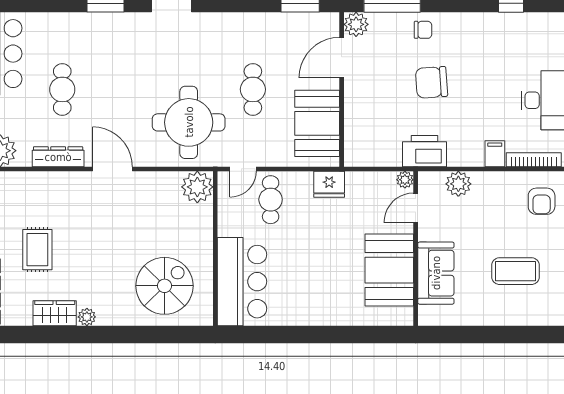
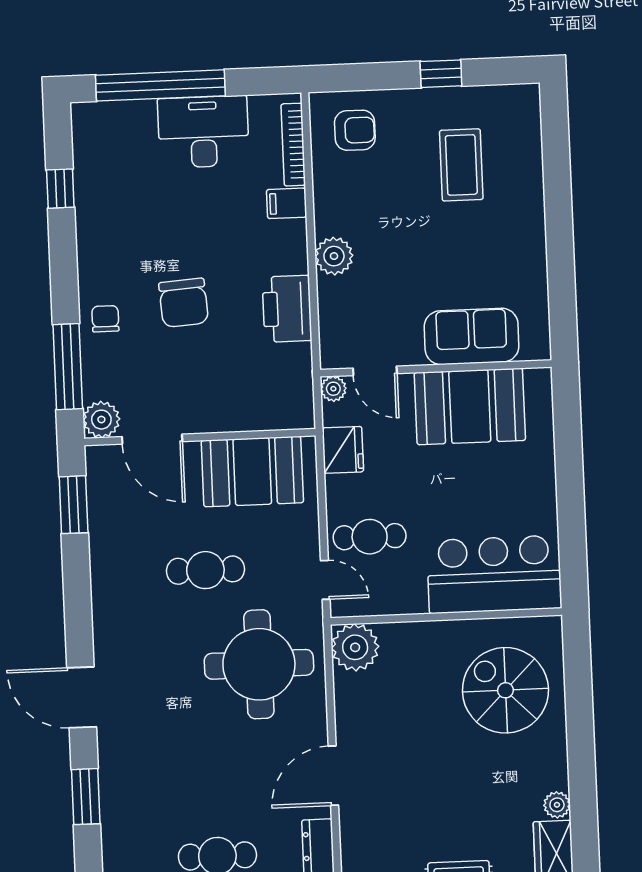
plant: (405, 180) -> (333, 389), moved
door: (416, 208) -> (375, 371), moved
wall: (416, 248) -> (436, 368), moved
booth: (389, 270) -> (470, 406), moved
sofa: (436, 273) -> (472, 336), moved

